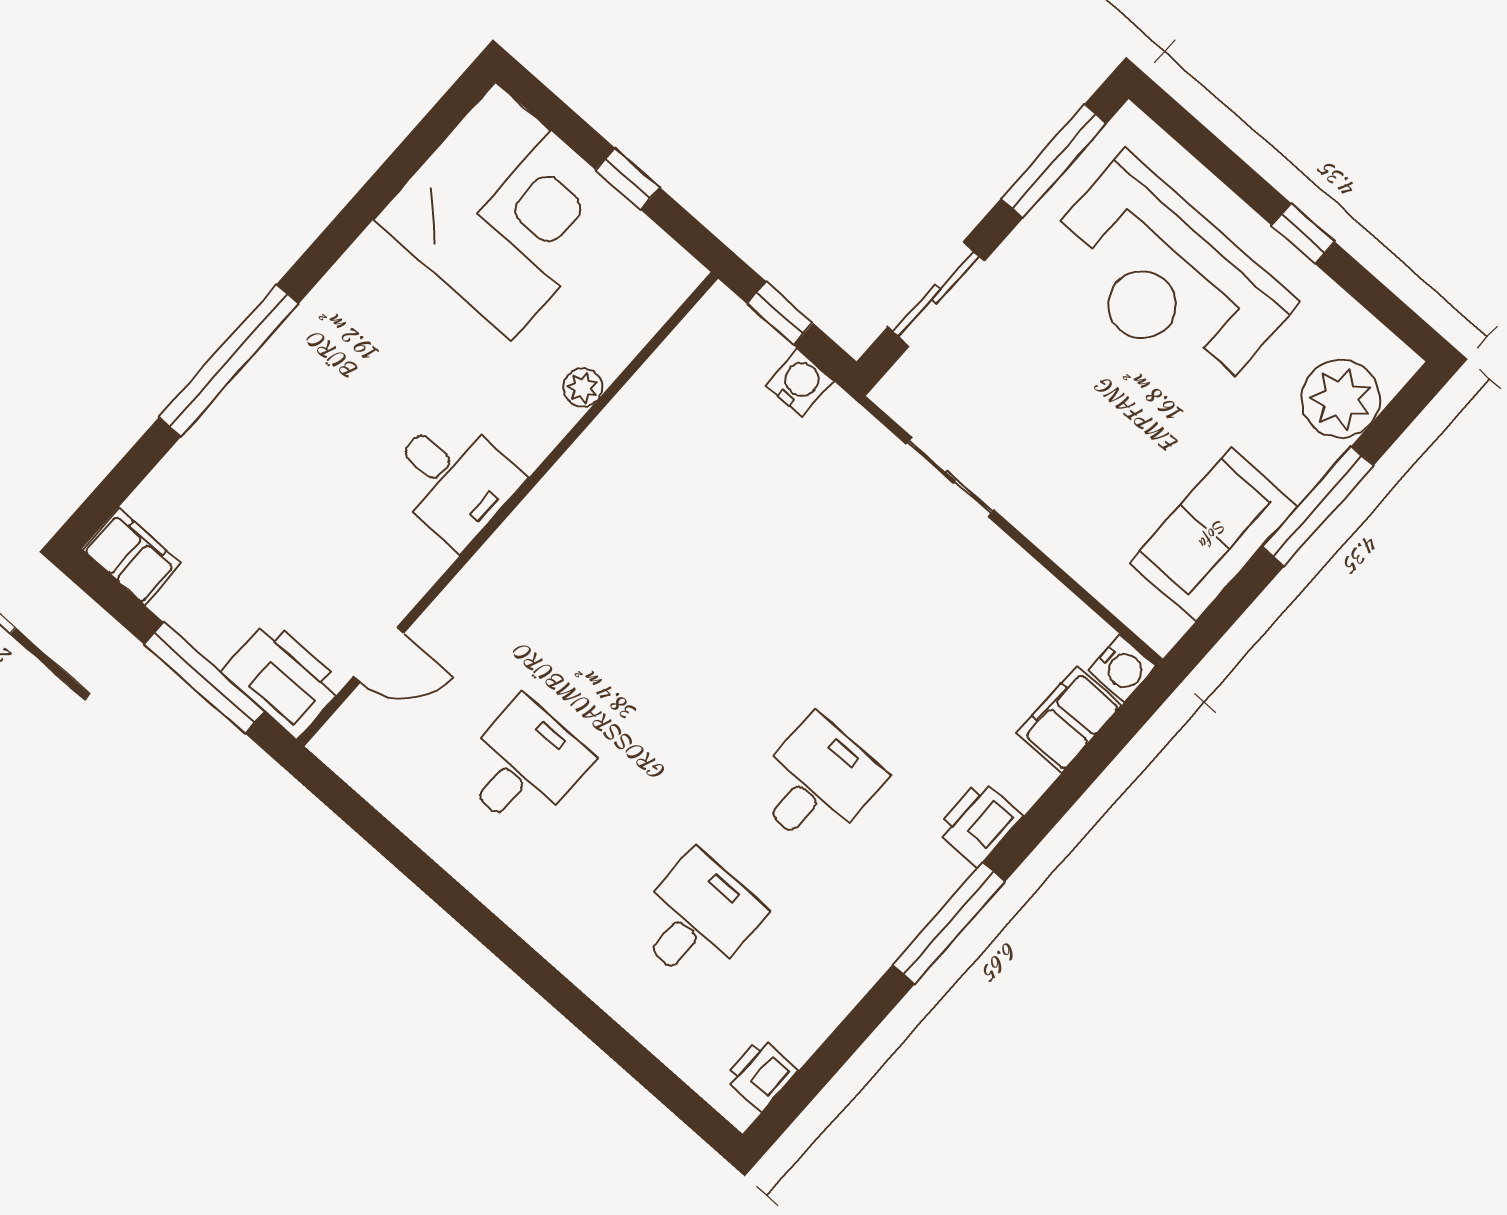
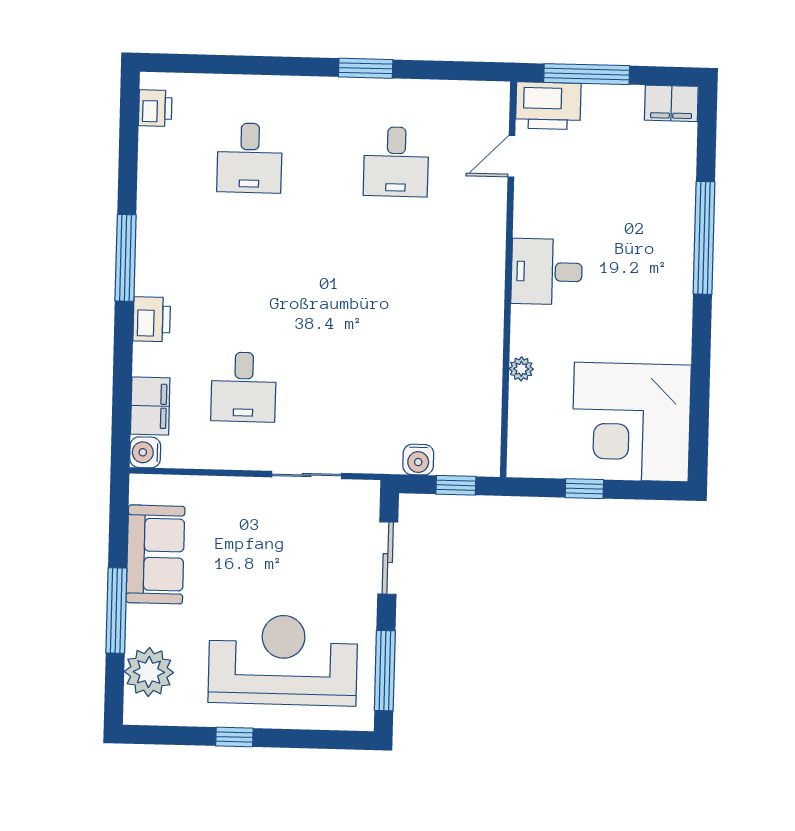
desk: (817, 783) -> (244, 387), moved
window: (466, 909) -> (366, 68), added

